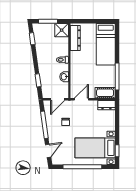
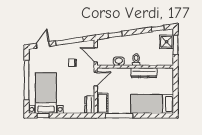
shower: (62, 30) -> (167, 42), moved
dresser: (75, 38) -> (144, 73), moved
door: (81, 99) -> (96, 79), hinge flipped
door: (48, 151) -> (43, 45), swing flipped

